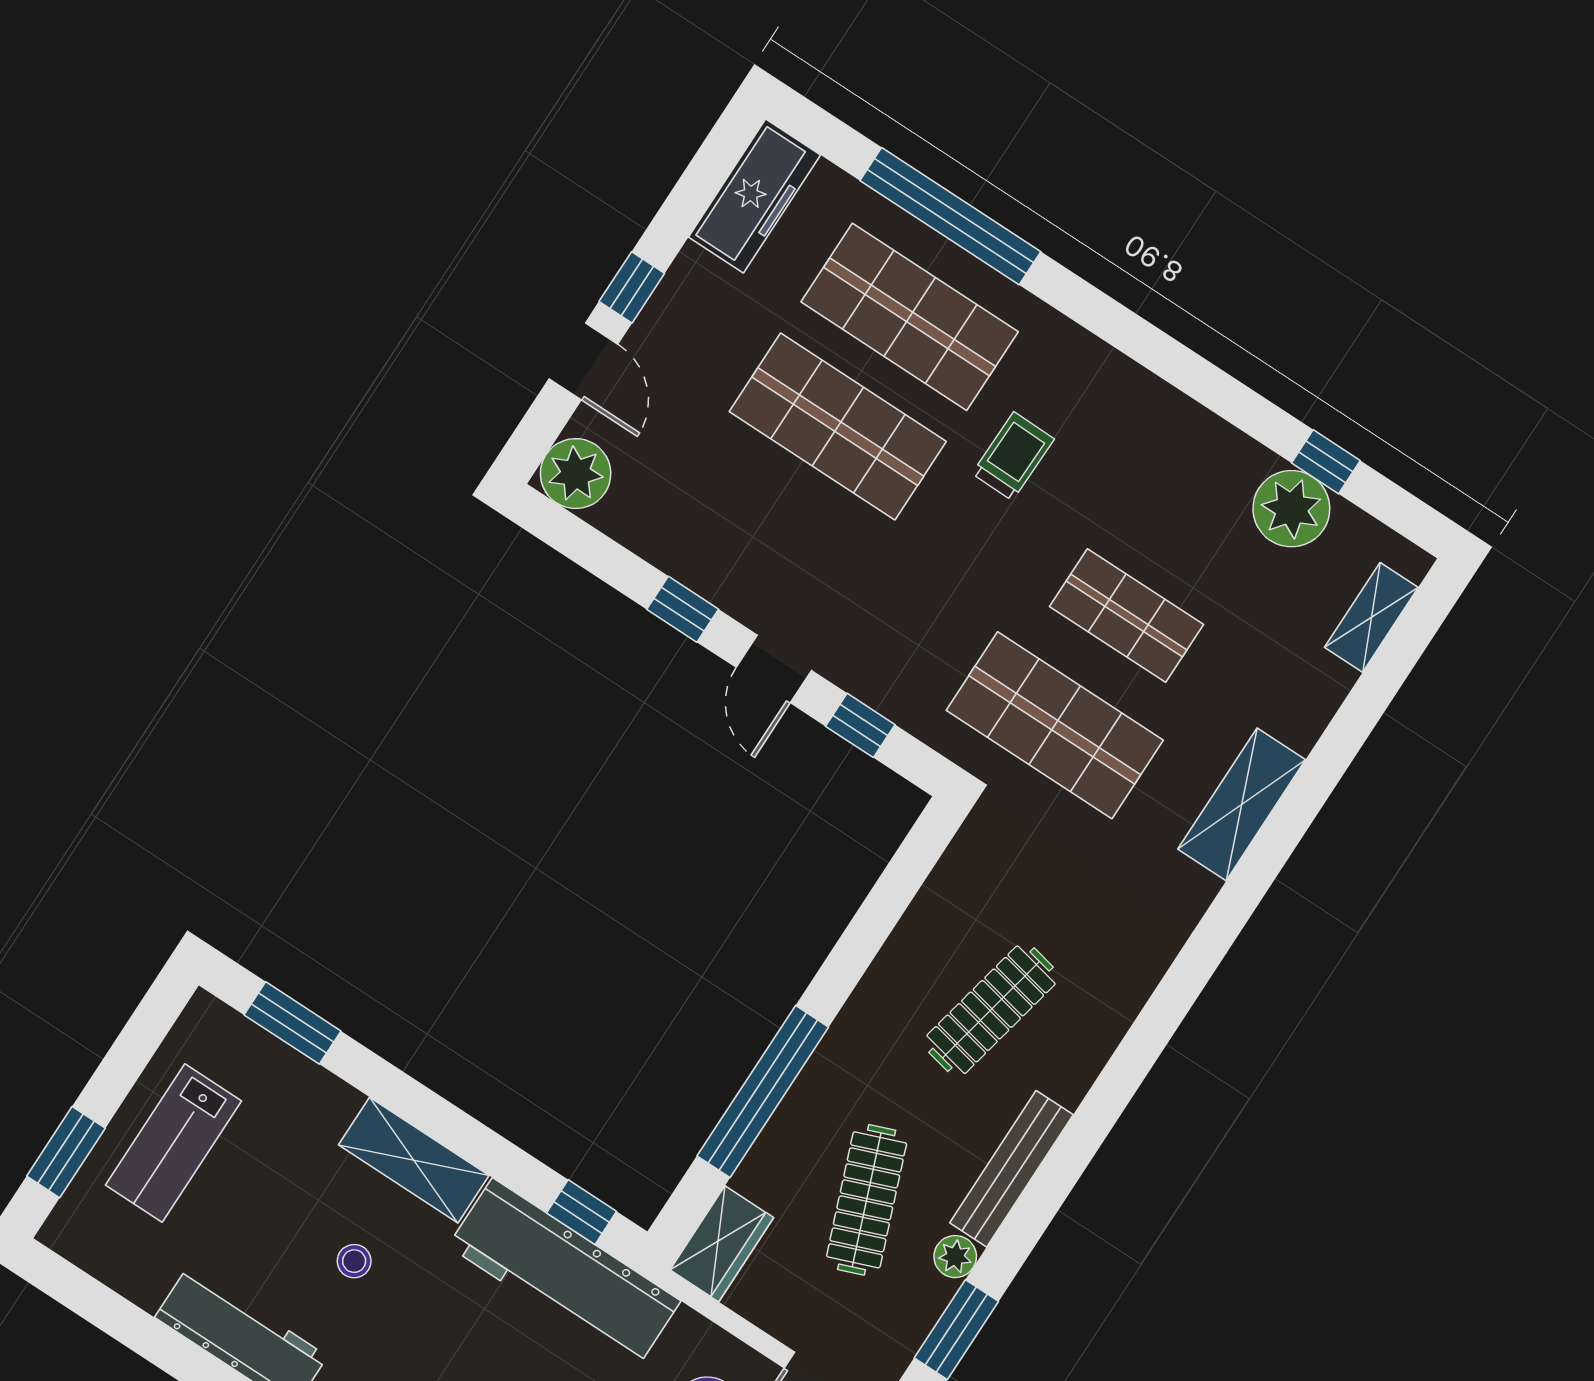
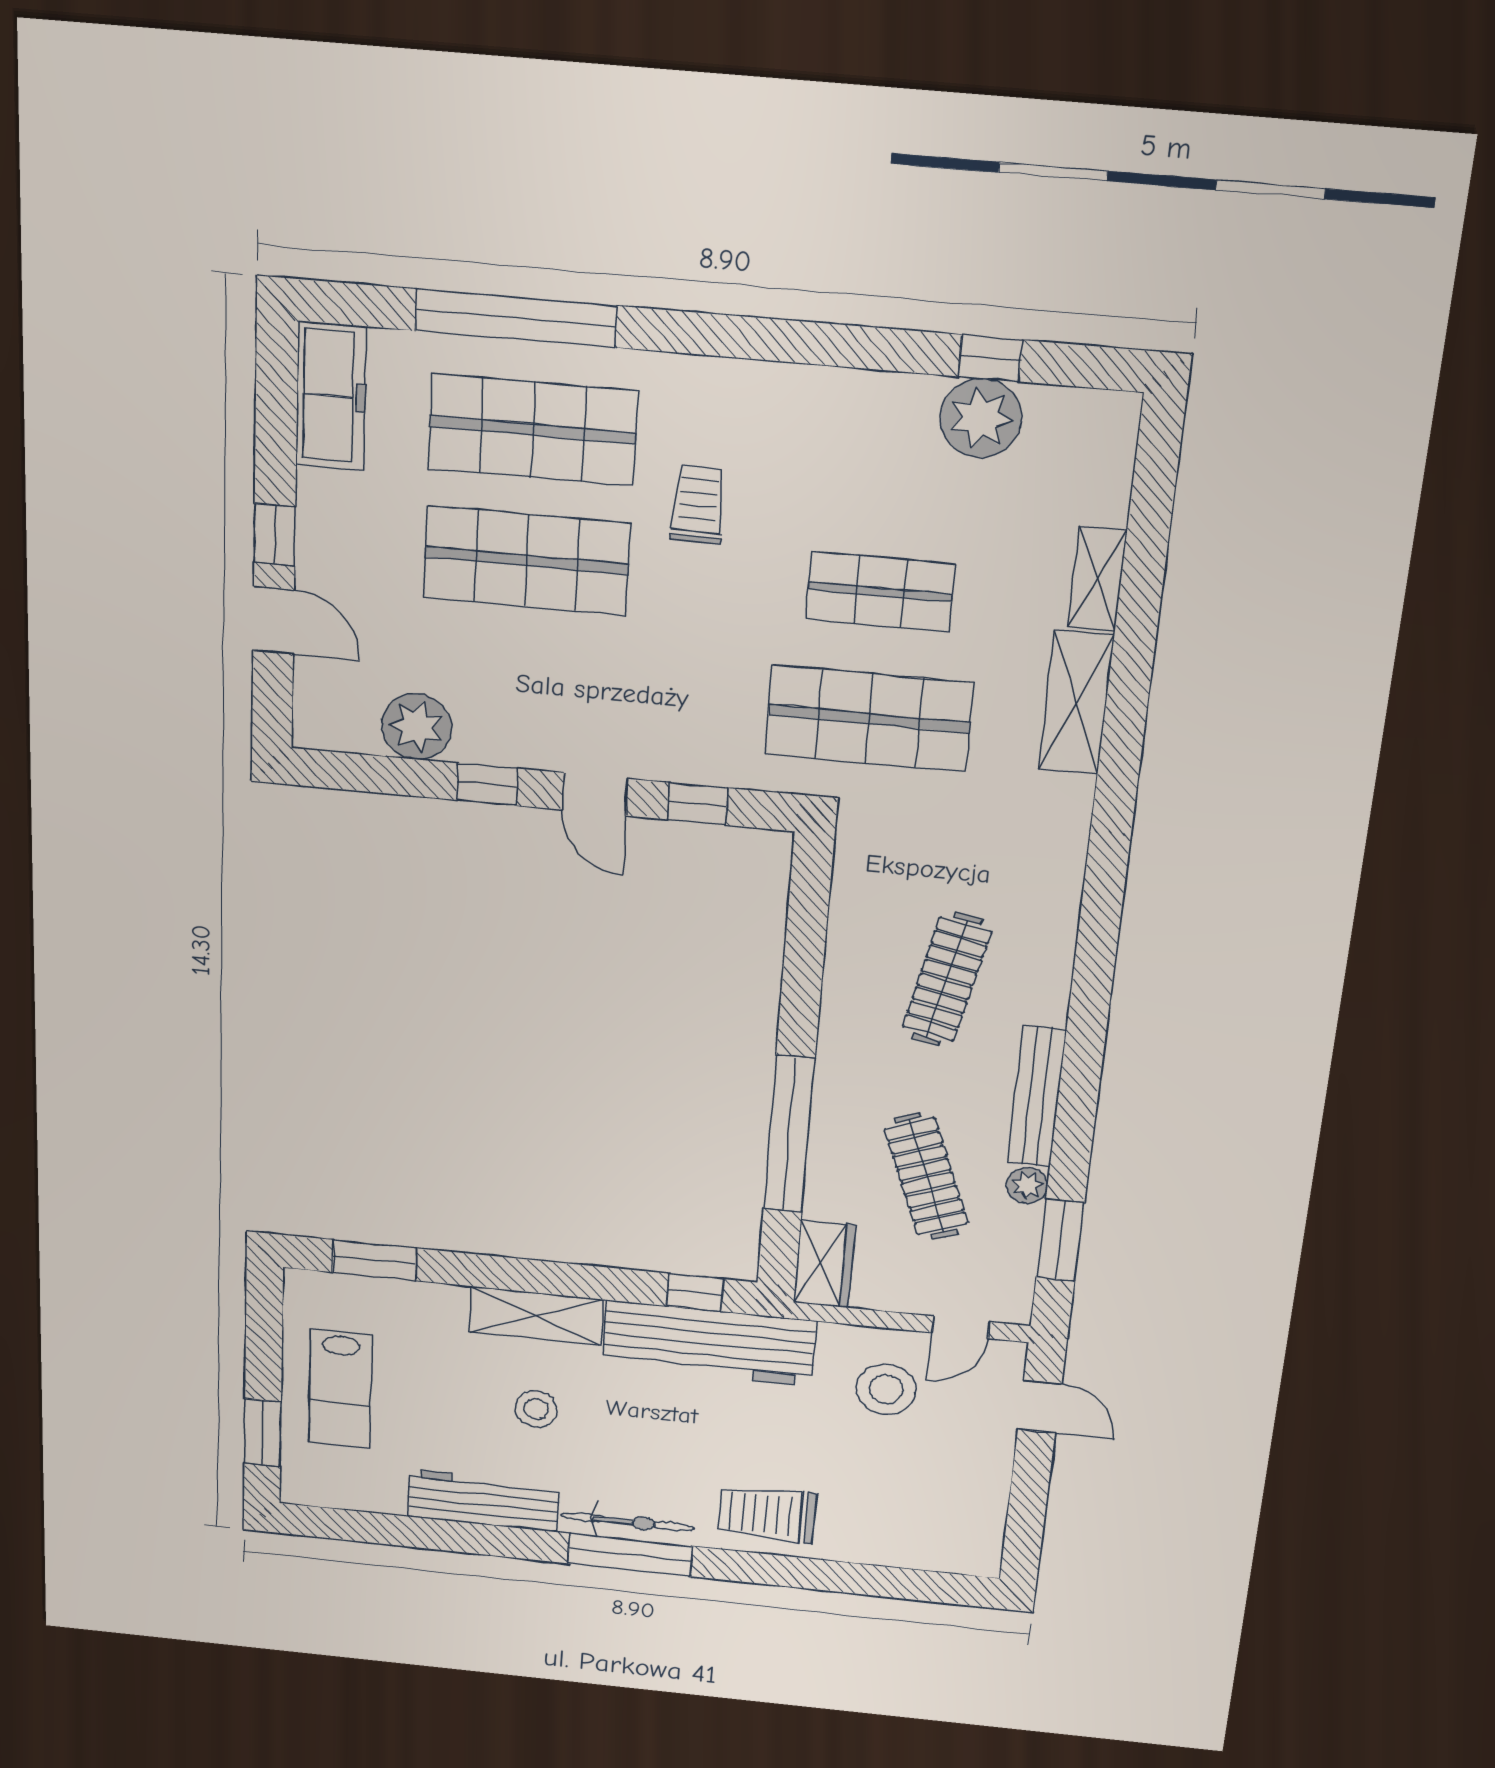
plant: (576, 474) -> (417, 727), moved
shelving: (1371, 617) -> (1097, 579), moved
stool: (354, 1261) -> (536, 1409), width x1.37, depth x1.37

